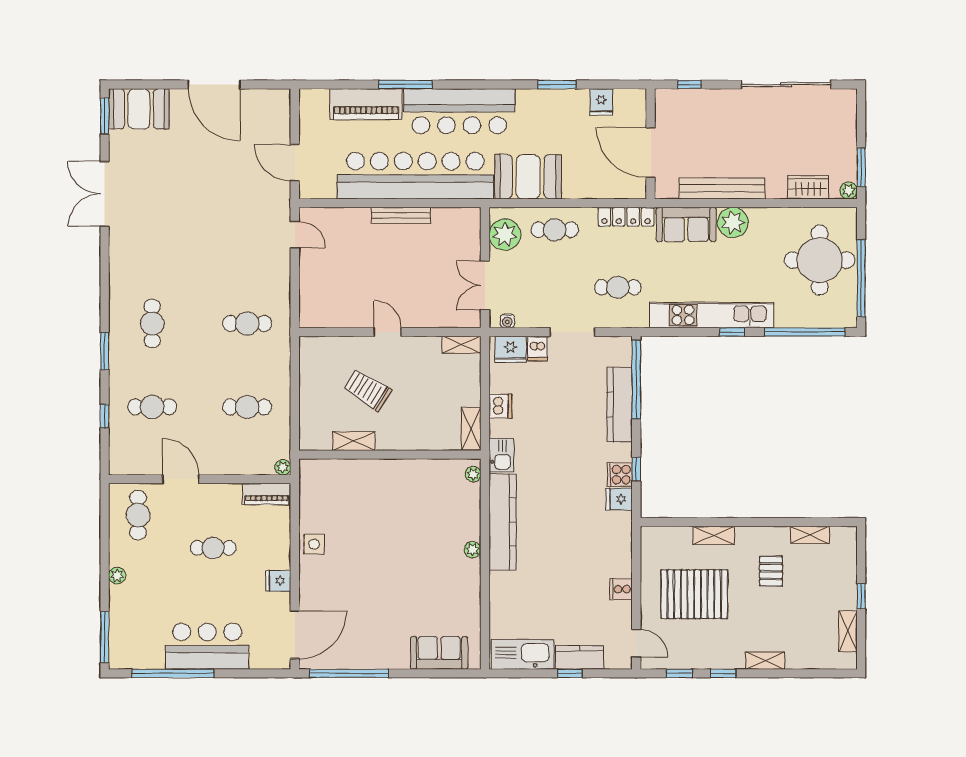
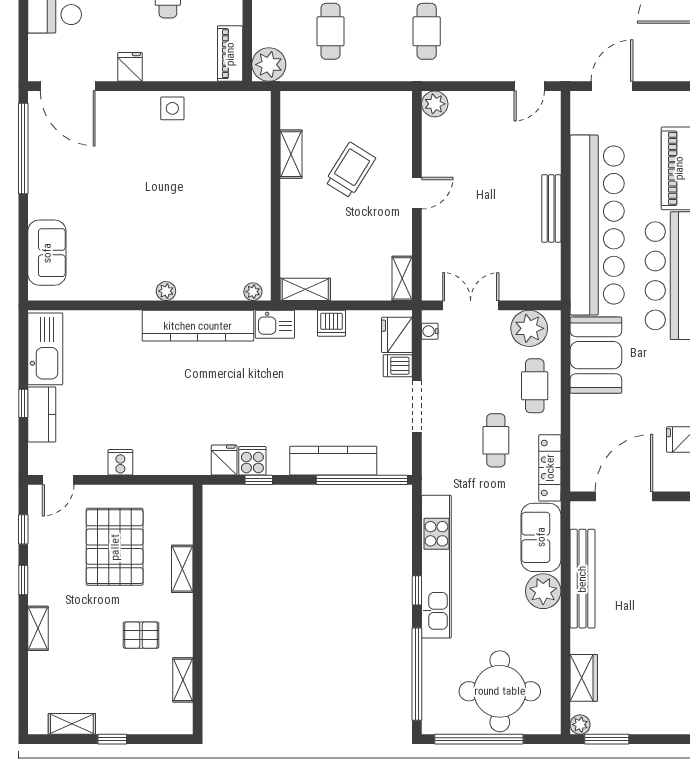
cafe table: (618, 287) -> (496, 440), moved
plant: (310, 317) -> (435, 104), added
plant: (283, 467) -> (269, 65), width x1.88, depth x1.88

